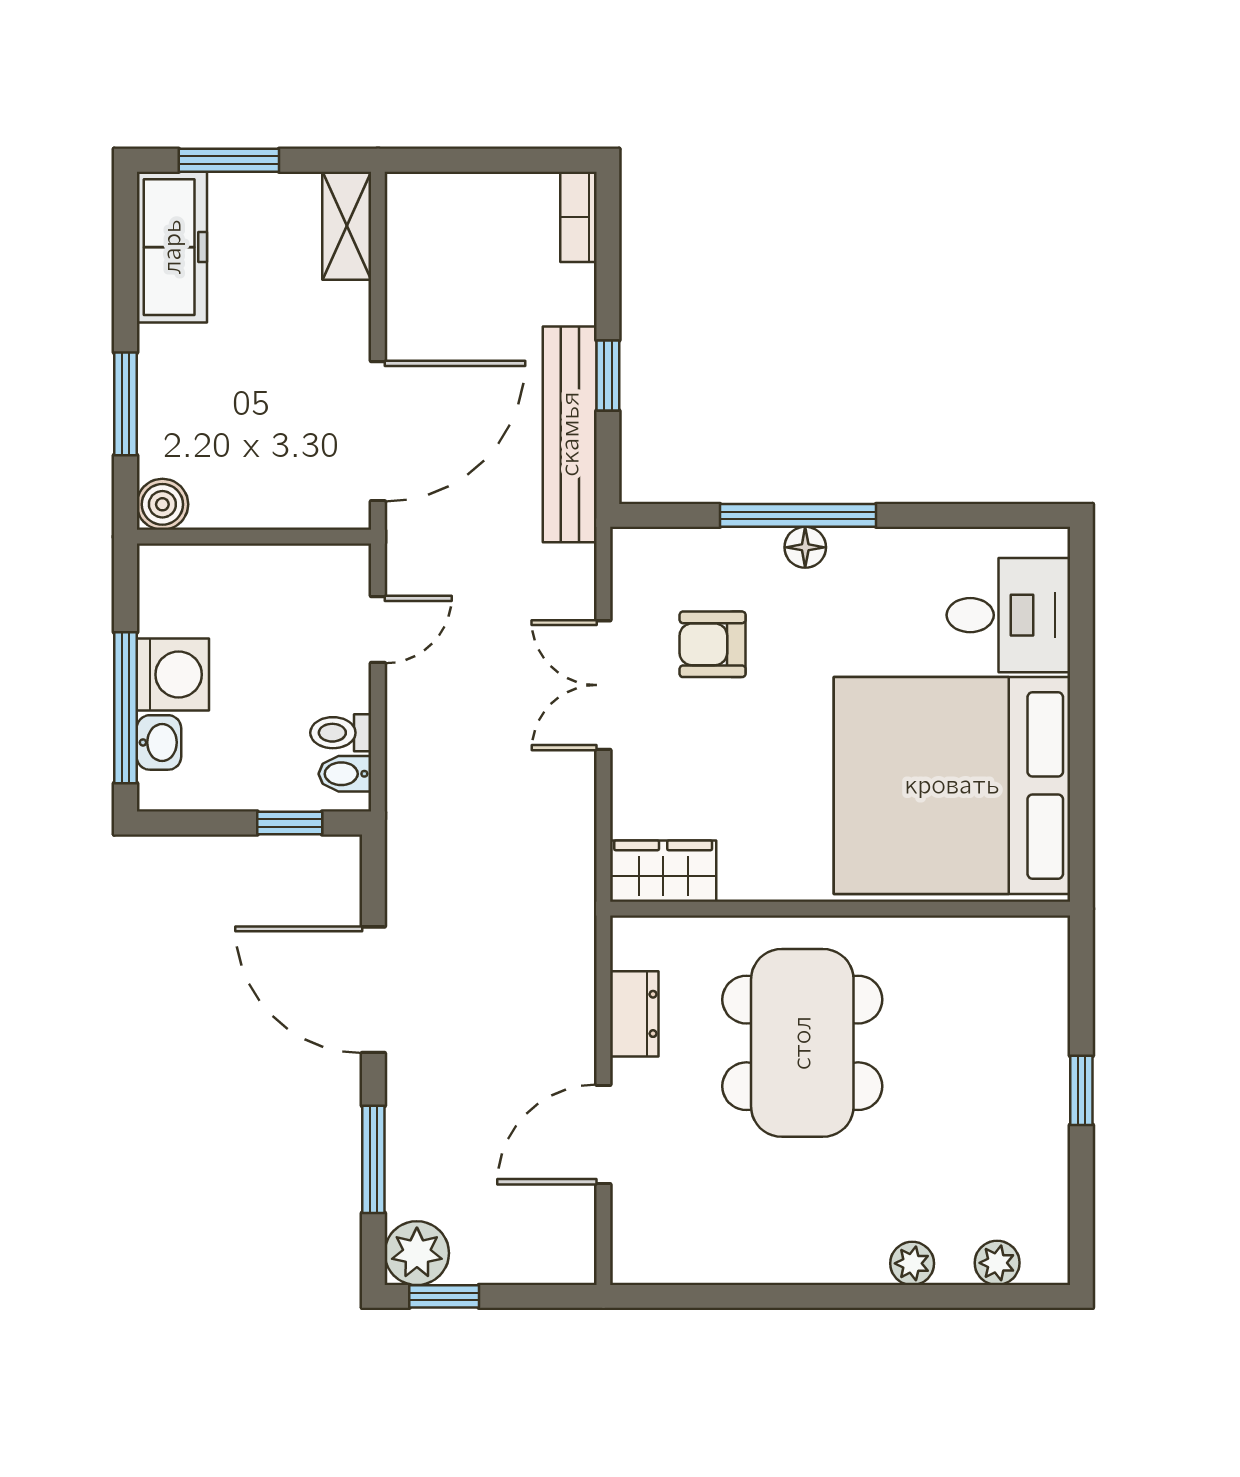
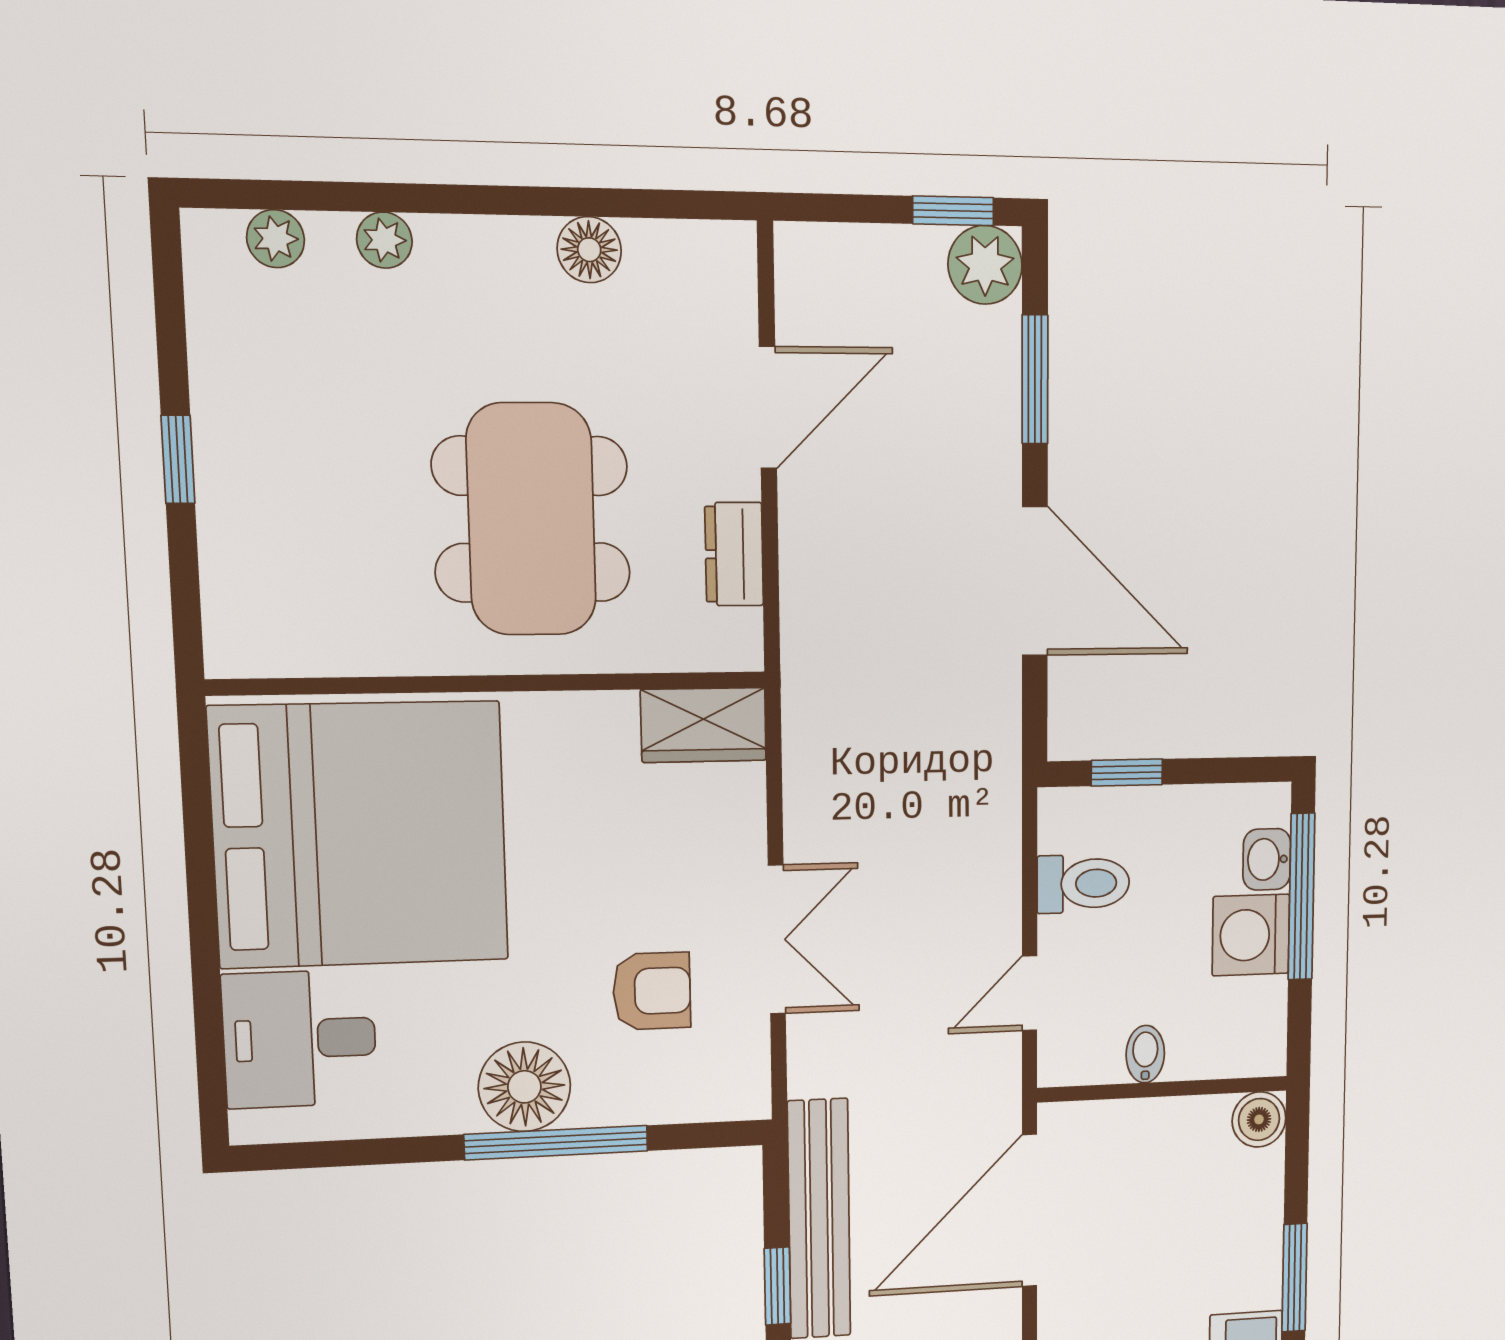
window: (125, 404) -> (1295, 1278), moved
floor lamp: (805, 547) -> (524, 1087), width x1.89, depth x1.89
toilet: (341, 733) -> (1083, 884), width x1.37, depth x1.39
bidet: (345, 774) -> (1145, 1054), moved, turned -90
floor lamp: (749, 1259) -> (589, 250), added

